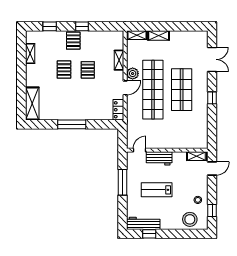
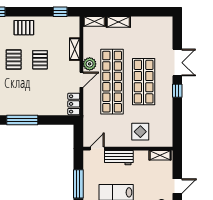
window: (82, 26) -> (60, 12), moved
pallet: (73, 41) -> (24, 28), turned 90
double door: (212, 59) -> (177, 63), moved
display table: (179, 135) -> (140, 132), added
door: (212, 169) -> (177, 186), moved

